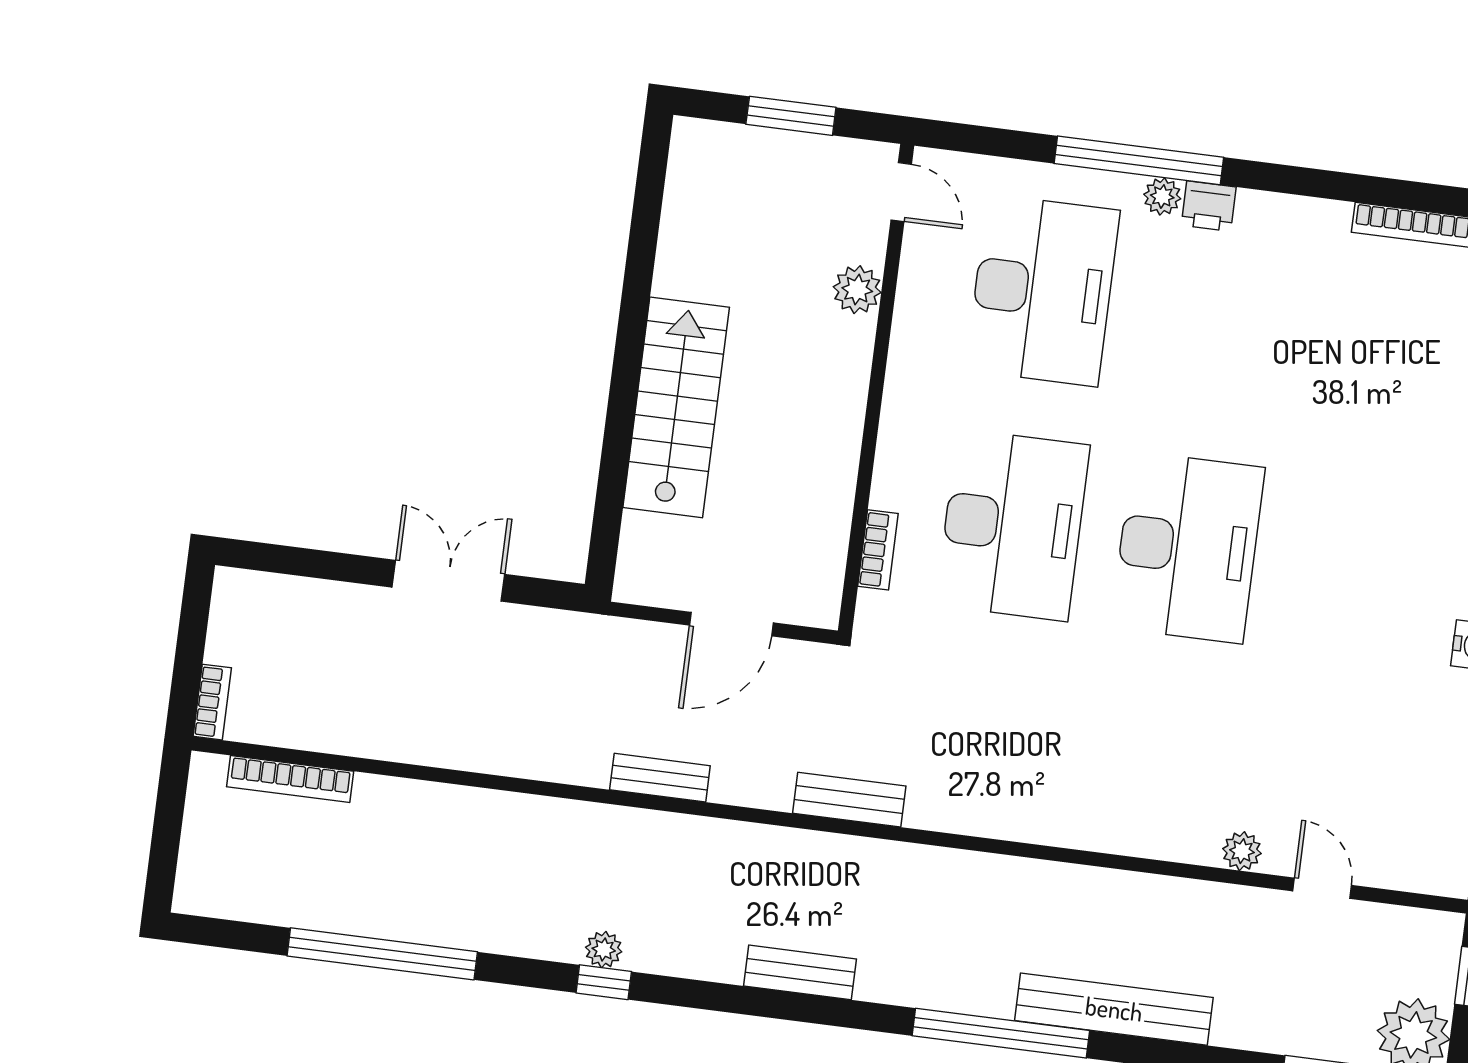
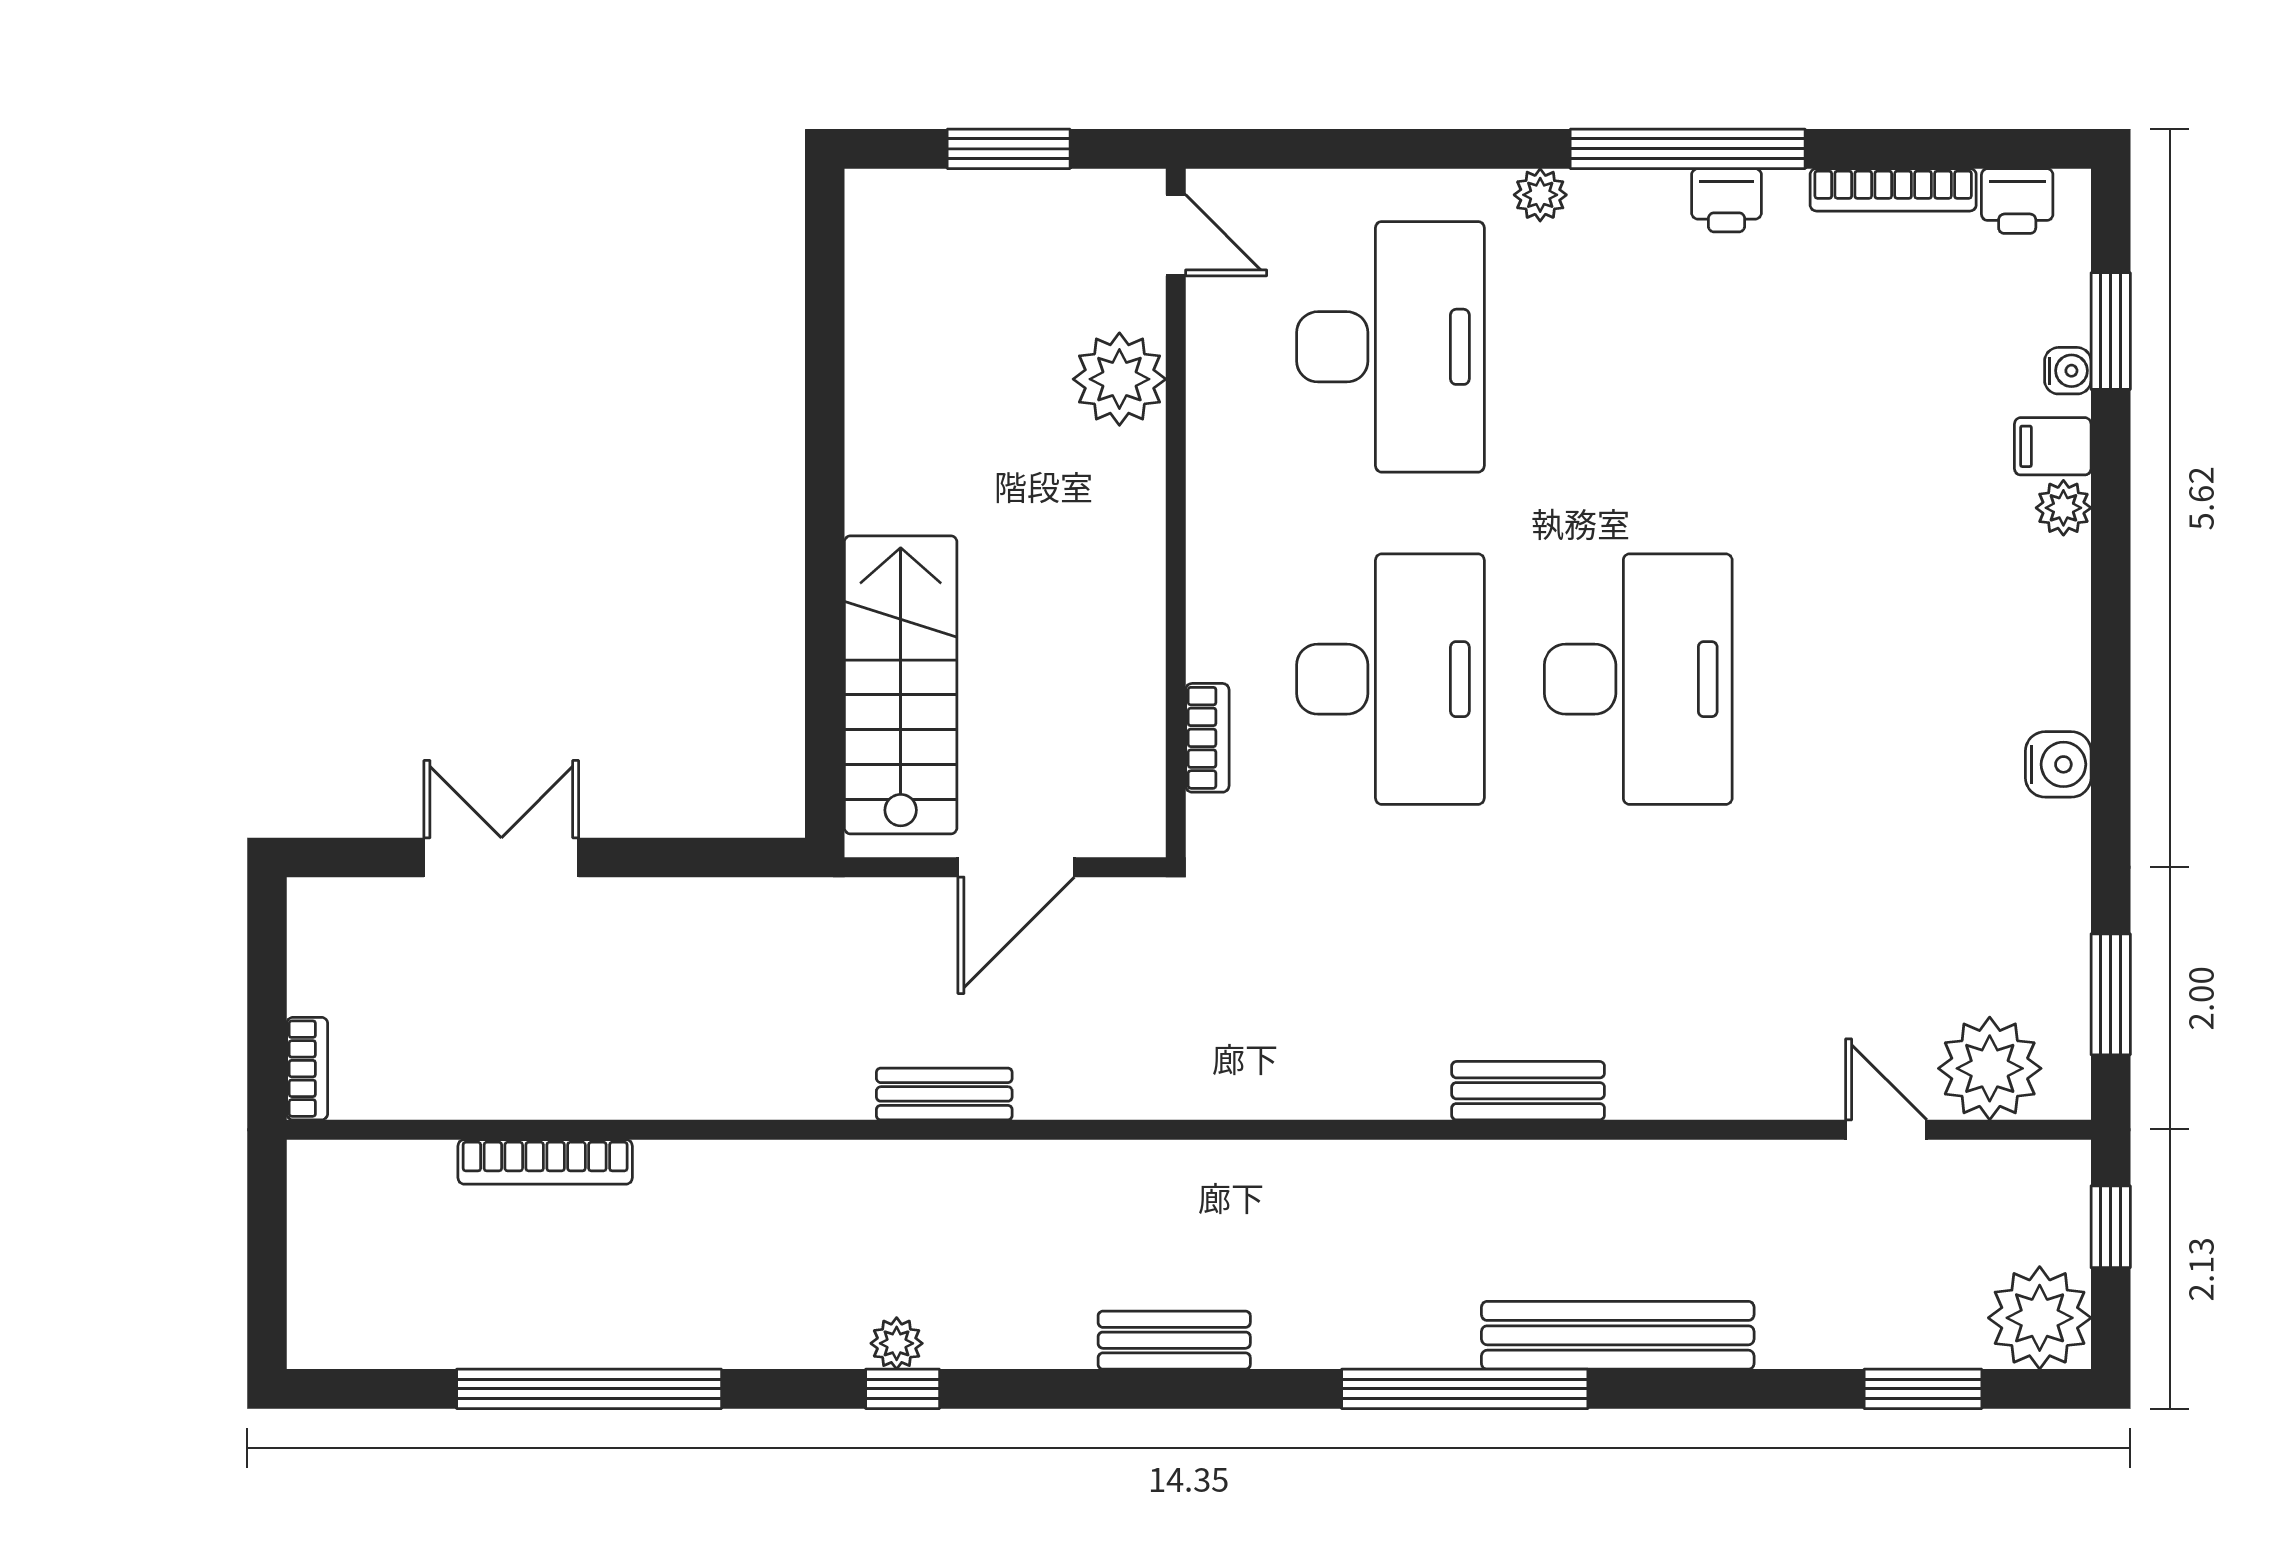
window: (1139, 160) -> (1688, 149), moved
printer: (1209, 206) -> (1726, 200), moved
plant: (857, 290) -> (1119, 379), width x1.36, depth x1.36
stairs: (676, 407) -> (901, 685), moved
double door: (448, 581) -> (501, 857), moved
bookcase: (290, 779) -> (545, 1162), moved
bench: (849, 800) -> (1528, 1091), moved
plant: (1242, 851) -> (1990, 1068), moved, width x1.87, depth x1.87

